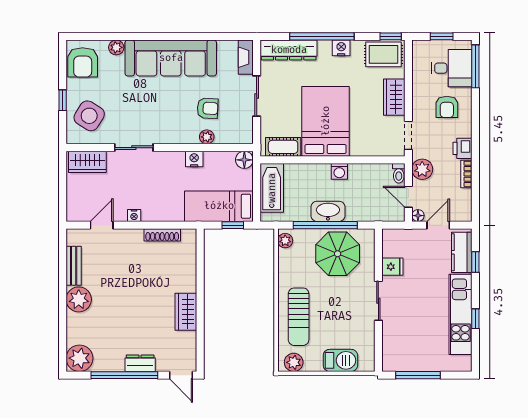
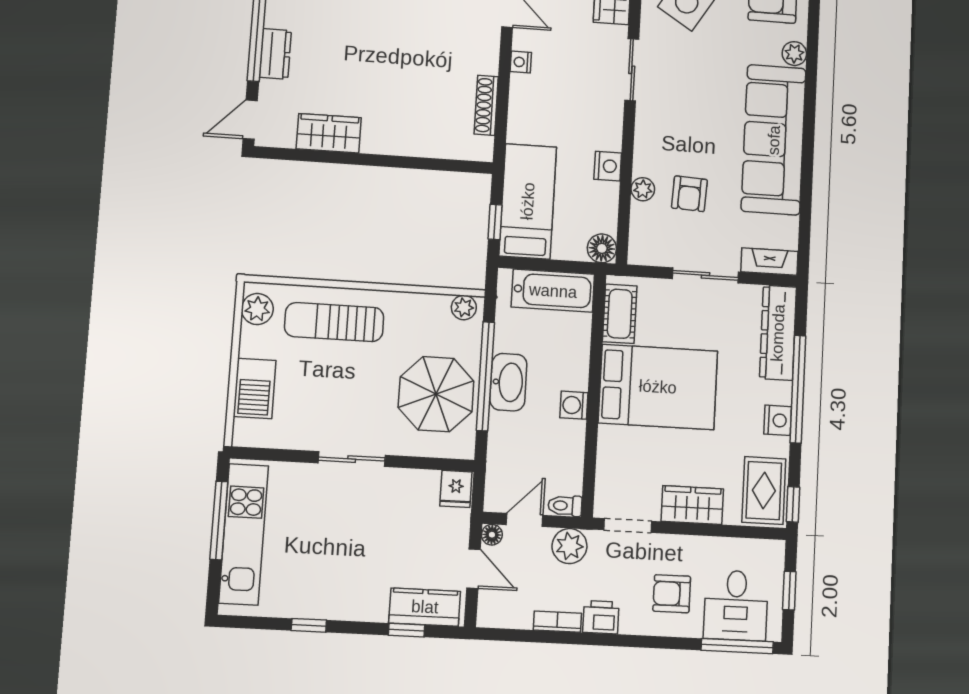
fridge: (392, 267) -> (456, 489), moved
wardrobe: (186, 312) -> (329, 133), moved
kitchen unit: (461, 314) -> (244, 534), moved, turned 90

